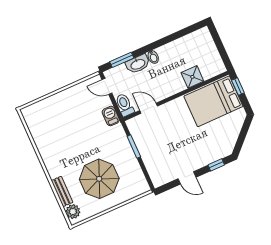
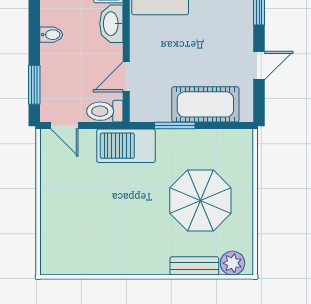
washbasin: (138, 64) -> (111, 24), moved, turned 180
door: (107, 86) -> (64, 126), hinge flipped
barbecue: (111, 116) -> (126, 146), width x1.88, depth x1.53
cot: (153, 158) -> (205, 104), added

